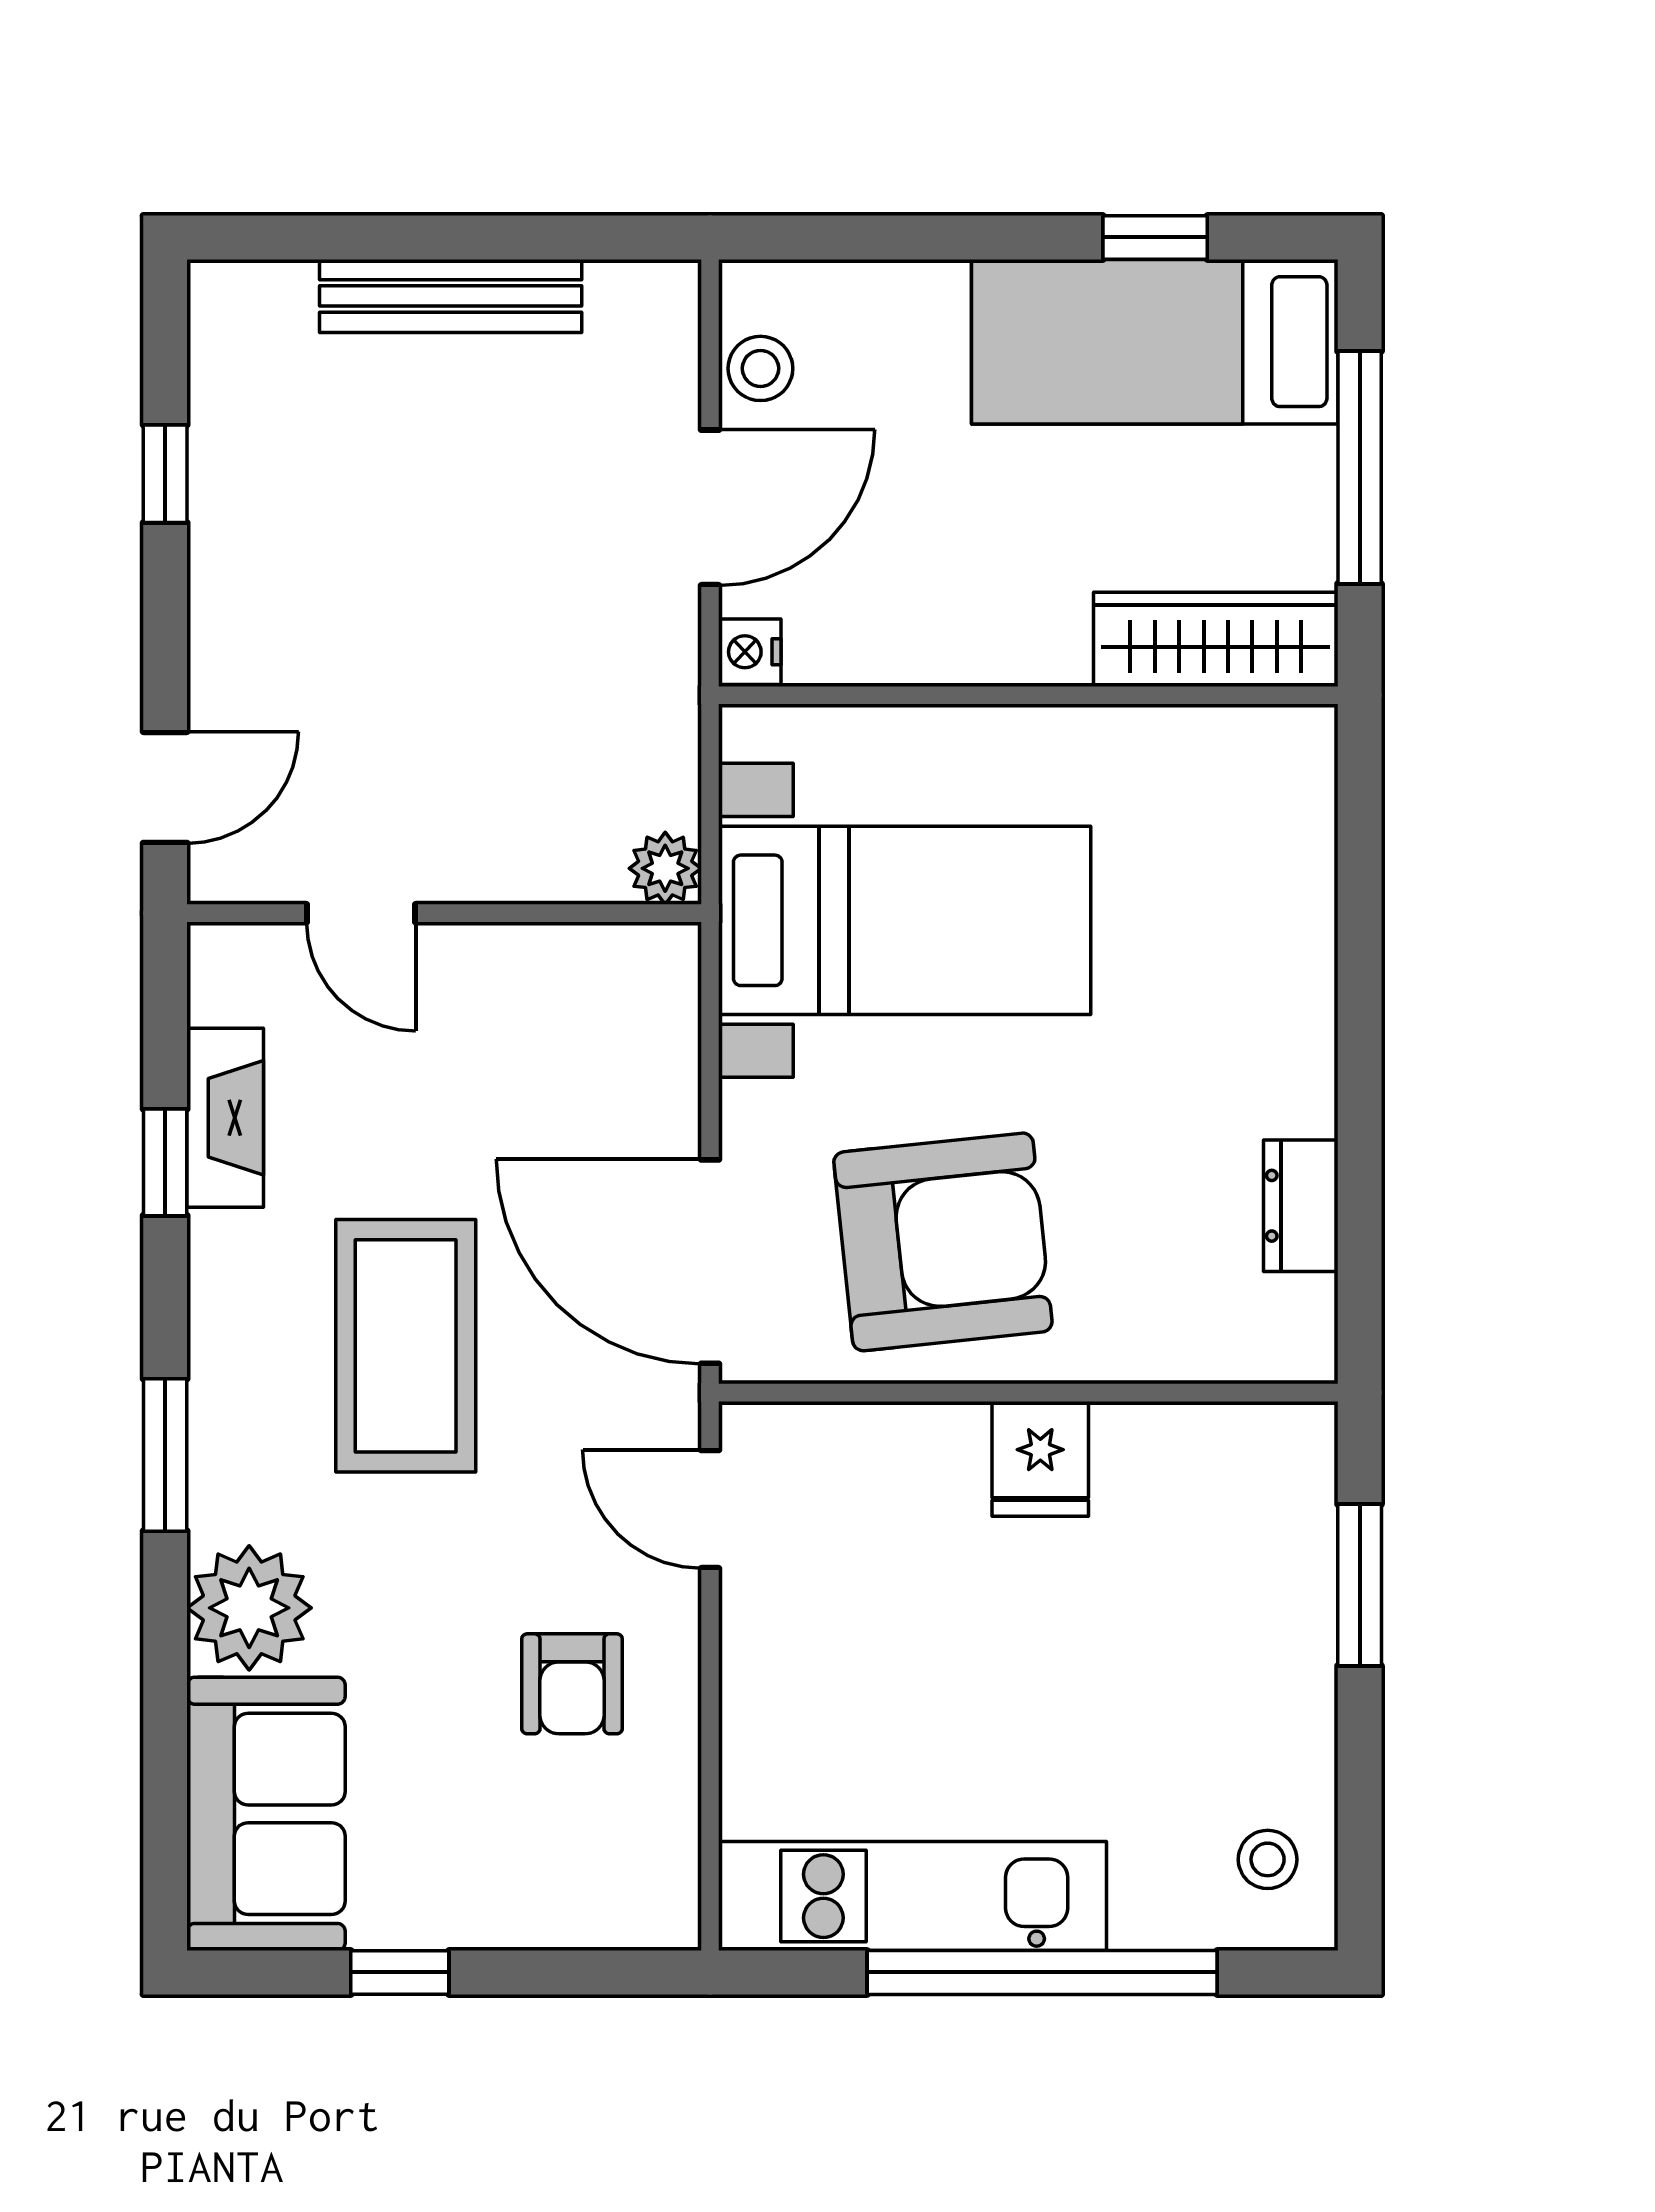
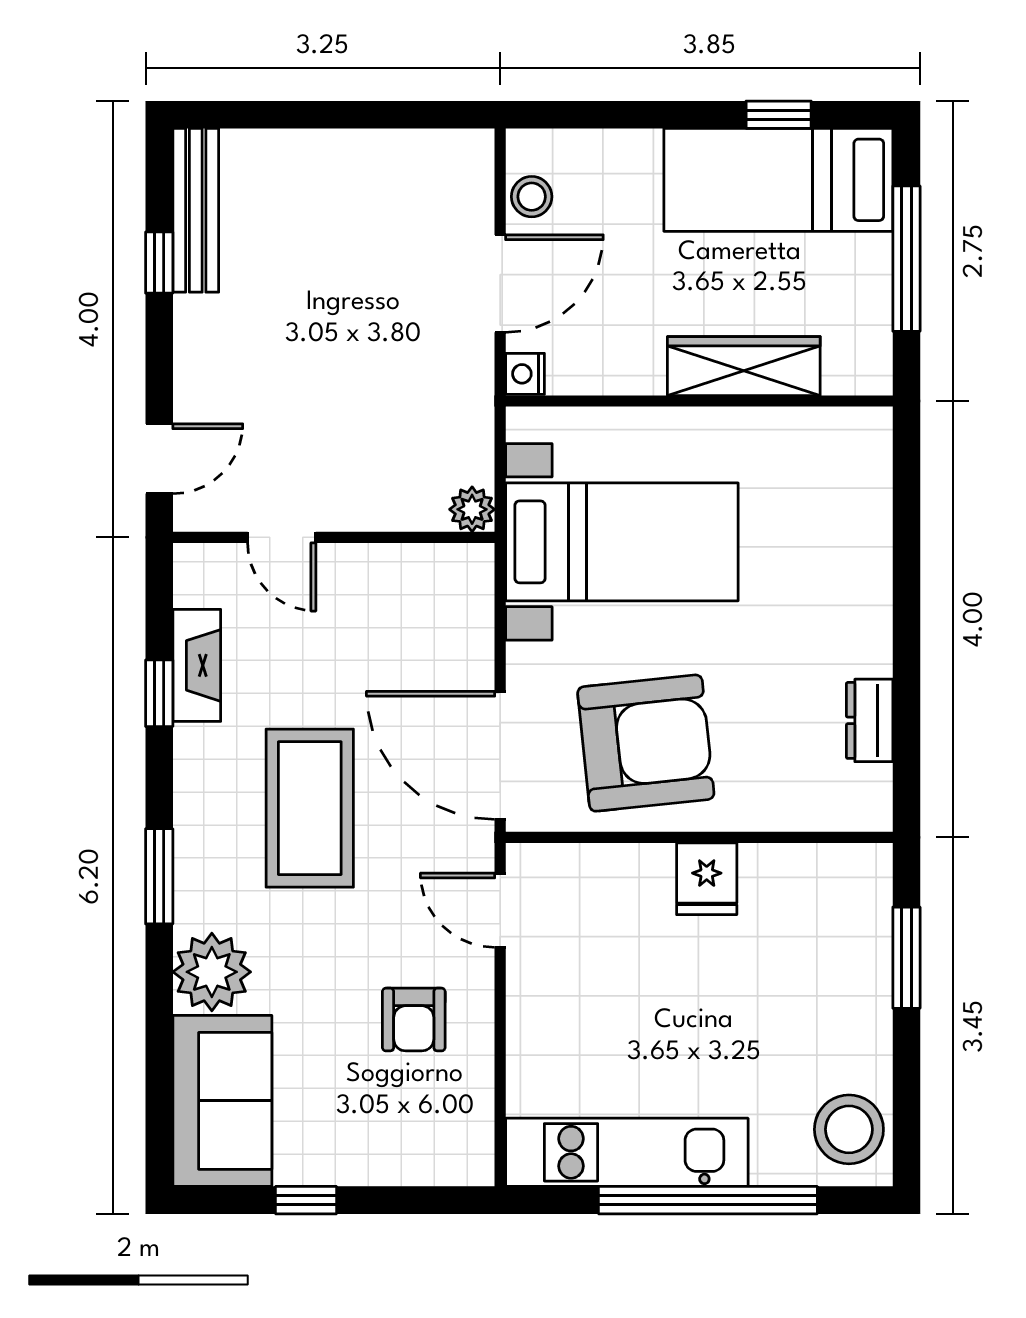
bench: (451, 296) -> (196, 210), moved, turned 90
wardrobe: (1216, 639) -> (744, 366), moved
stool: (1268, 1859) -> (849, 1129), width x1.89, depth x1.89

